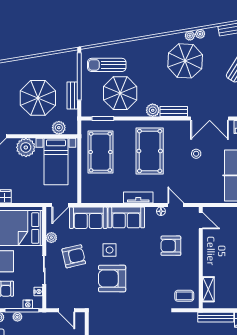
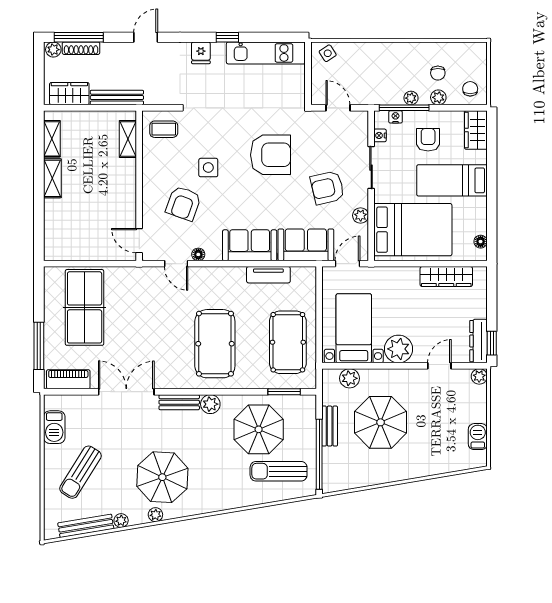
plant: (200, 34) -> (121, 521), moved
sun lounger: (107, 65) -> (279, 471), turned 180
stool: (196, 154) -> (146, 340), removed
tv unit: (138, 198) -> (268, 275), moved
armchair: (171, 246) -> (183, 203), turned 110
side table: (110, 250) -> (208, 168), moved

